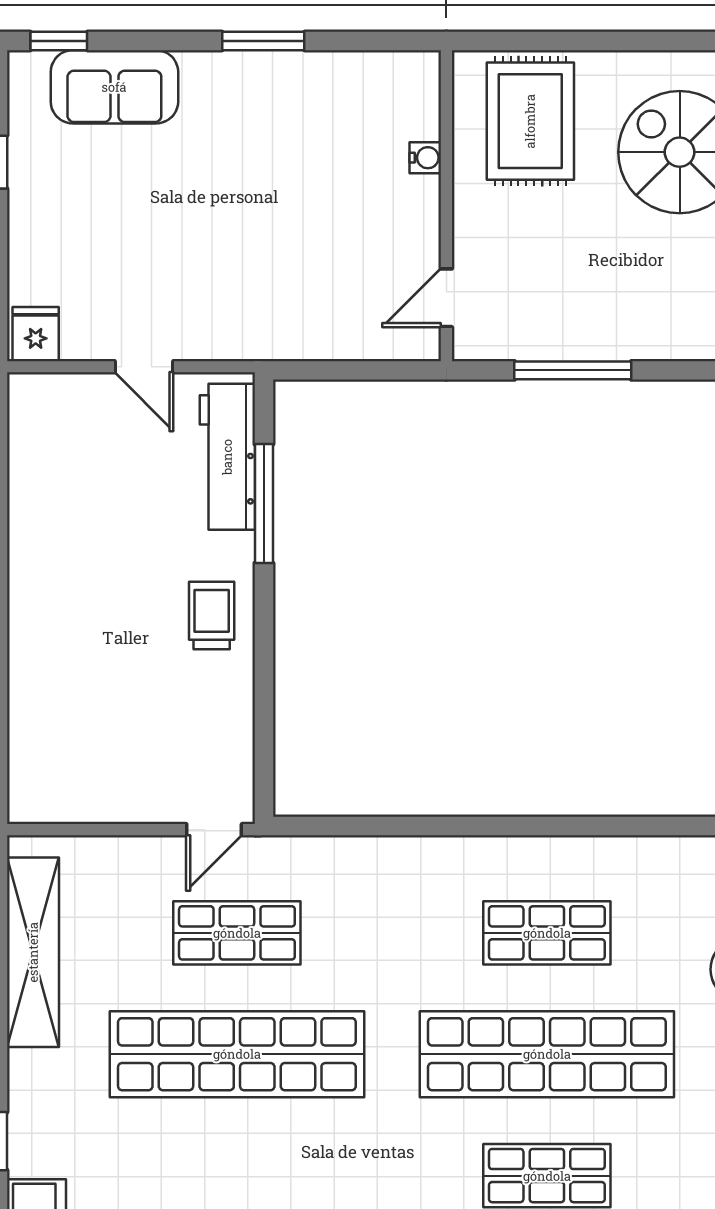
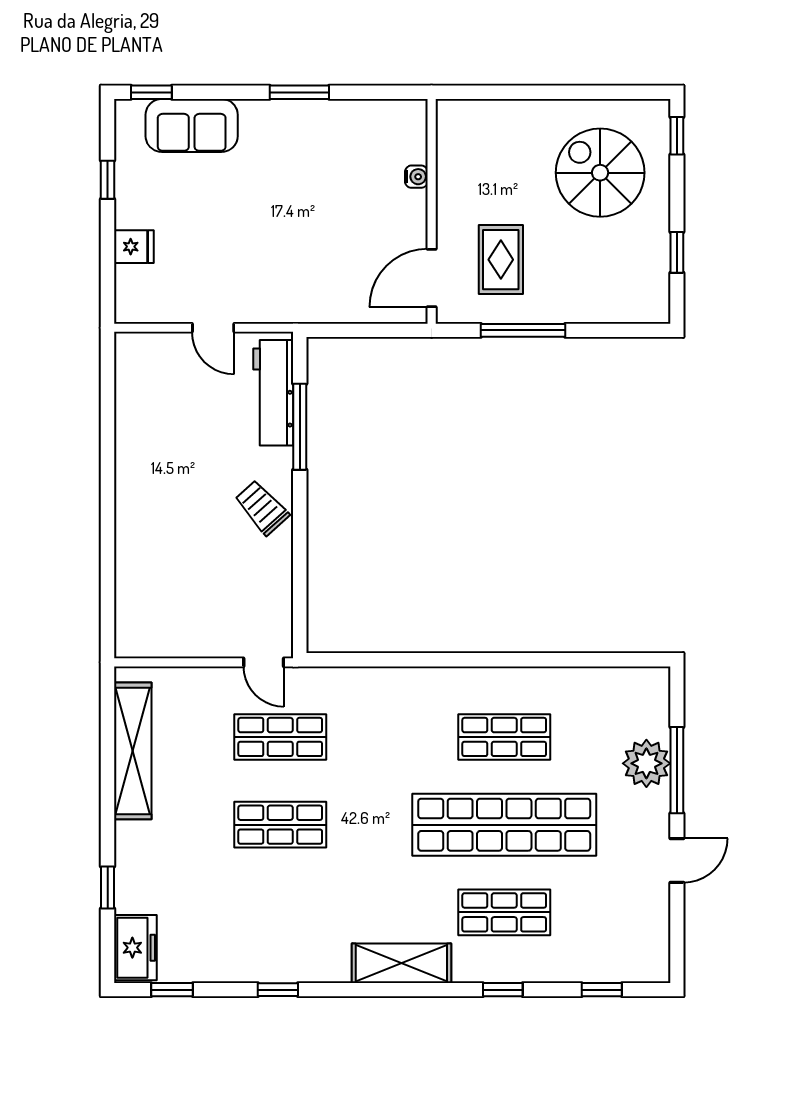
rug: (530, 121) -> (501, 260), moved, width x0.73, depth x0.70
door: (446, 298) -> (432, 278), width x1.38
fridge: (36, 334) -> (134, 247), moved, turned 90
trolley: (212, 616) -> (262, 508), turned -42
door: (214, 830) -> (264, 662), hinge flipped
shop shelf: (237, 1054) -> (280, 825), width x0.50, depth x0.74

